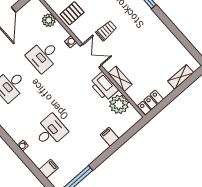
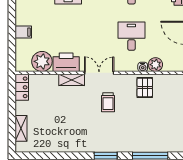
water cooler: (71, 42) -> (143, 67), moved
double door: (91, 56) -> (99, 73), swing flipped
shelving: (120, 79) -> (72, 80), moved

